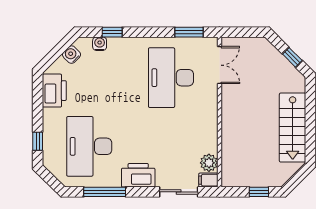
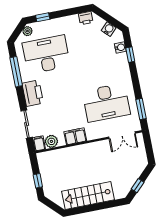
desk: (171, 78) -> (106, 103), turned 180
printer: (54, 91) -> (86, 18), width x0.53, depth x0.68
filing cabinet: (208, 129) -> (75, 136), added
plant: (52, 166) -> (27, 31), added

